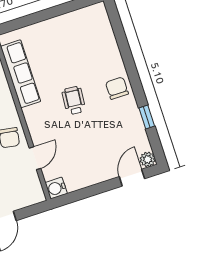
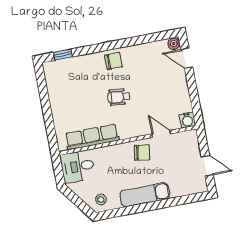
chair: (117, 88) -> (113, 61), turned 180
window: (147, 117) -> (63, 55), moved

